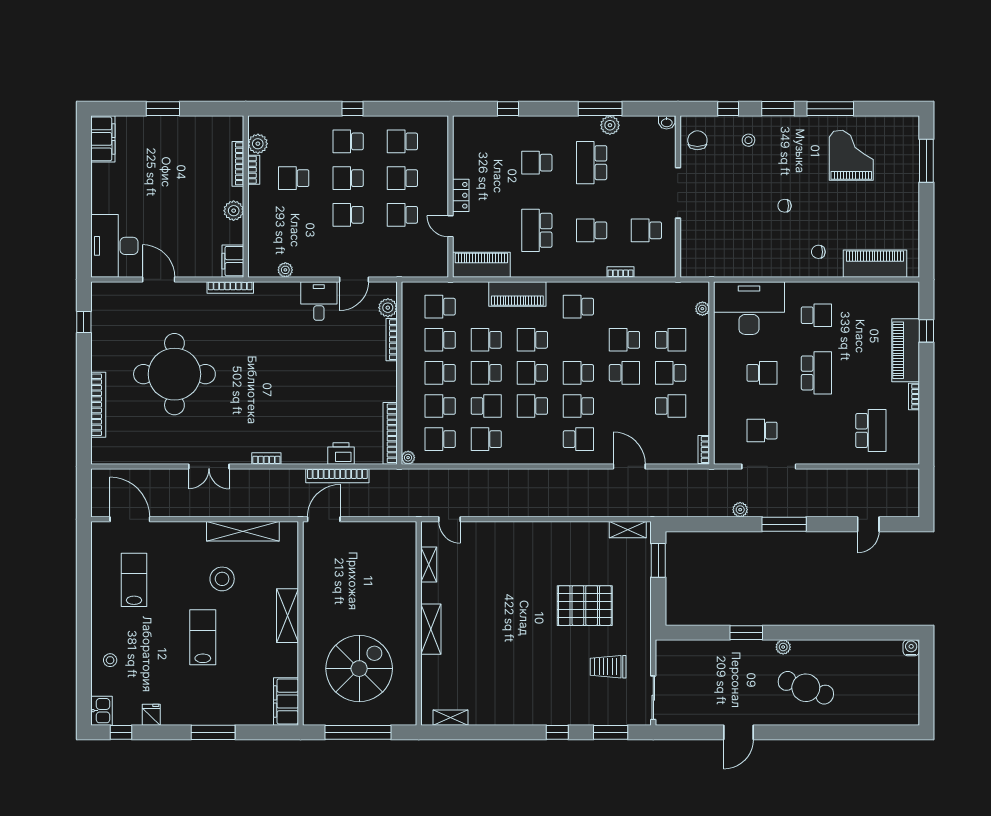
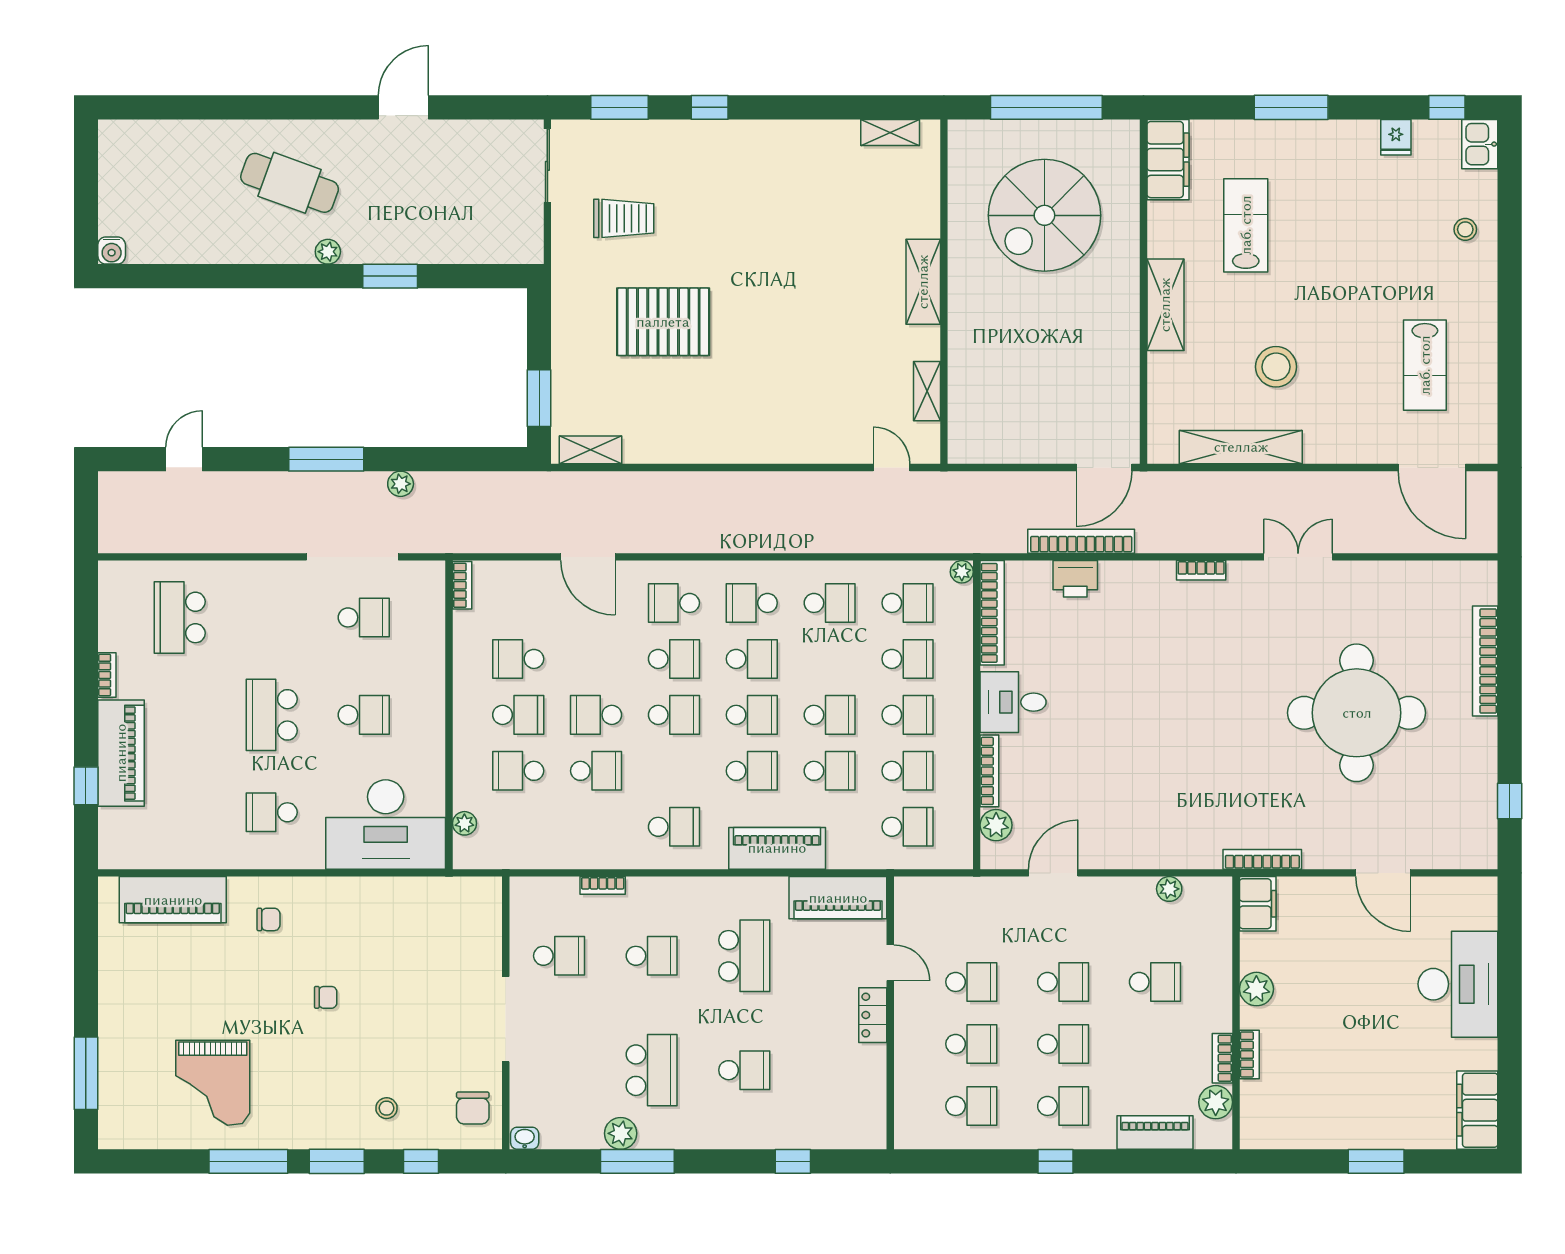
piano: (294, 126) -> (1155, 1133), added
bookcase: (238, 164) -> (1249, 1054), width x0.64
school desk: (294, 178) -> (1155, 982), moved
desk: (114, 246) -> (1458, 984), moved
desk: (319, 301) -> (1013, 702), moved, turned 90
school desk: (762, 373) -> (364, 715), turned 180
school desk: (486, 406) -> (752, 603), moved
lab bench: (203, 637) -> (1246, 225), moved, turned 180

